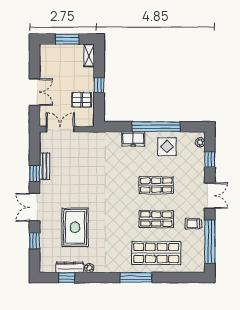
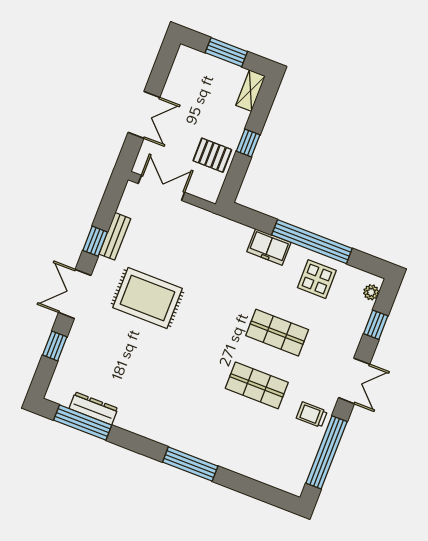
rug: (75, 227) -> (147, 298), moved, turned 90
shop shelf: (156, 253) -> (236, 438), removed
plant: (89, 268) -> (123, 421), removed
window: (67, 278) -> (83, 423), width x2.17

